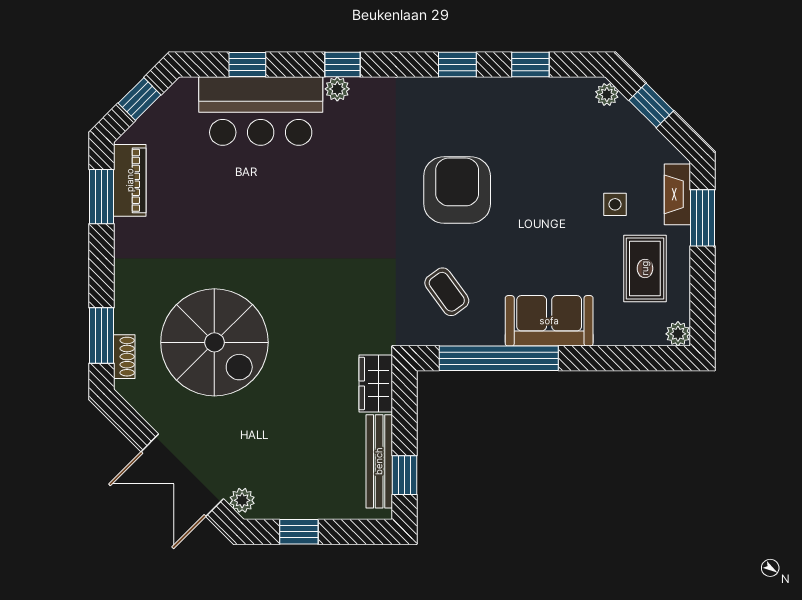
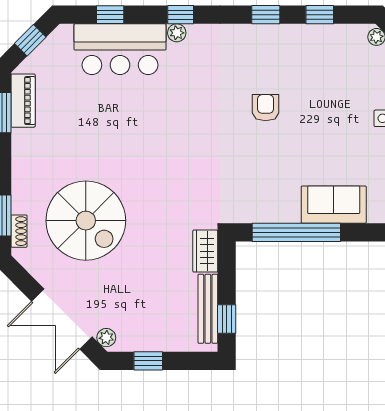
armchair: (457, 190) -> (266, 108), width x0.53, depth x0.53
coffee table: (447, 292) -> (258, 183), removed

